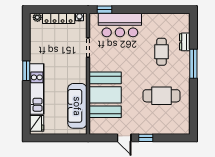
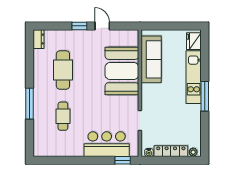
dresser: (185, 42) -> (38, 39), moved
window: (26, 71) -> (205, 96), width x1.44
cafe table: (162, 96) -> (63, 70), turned 90

